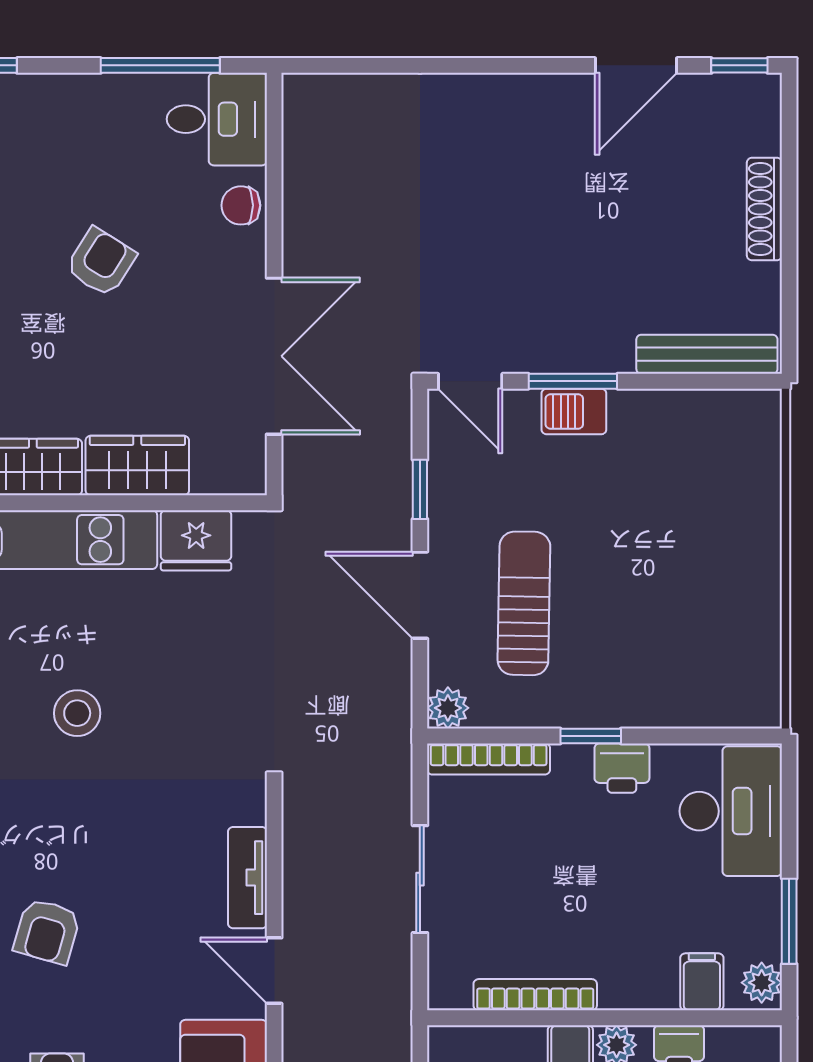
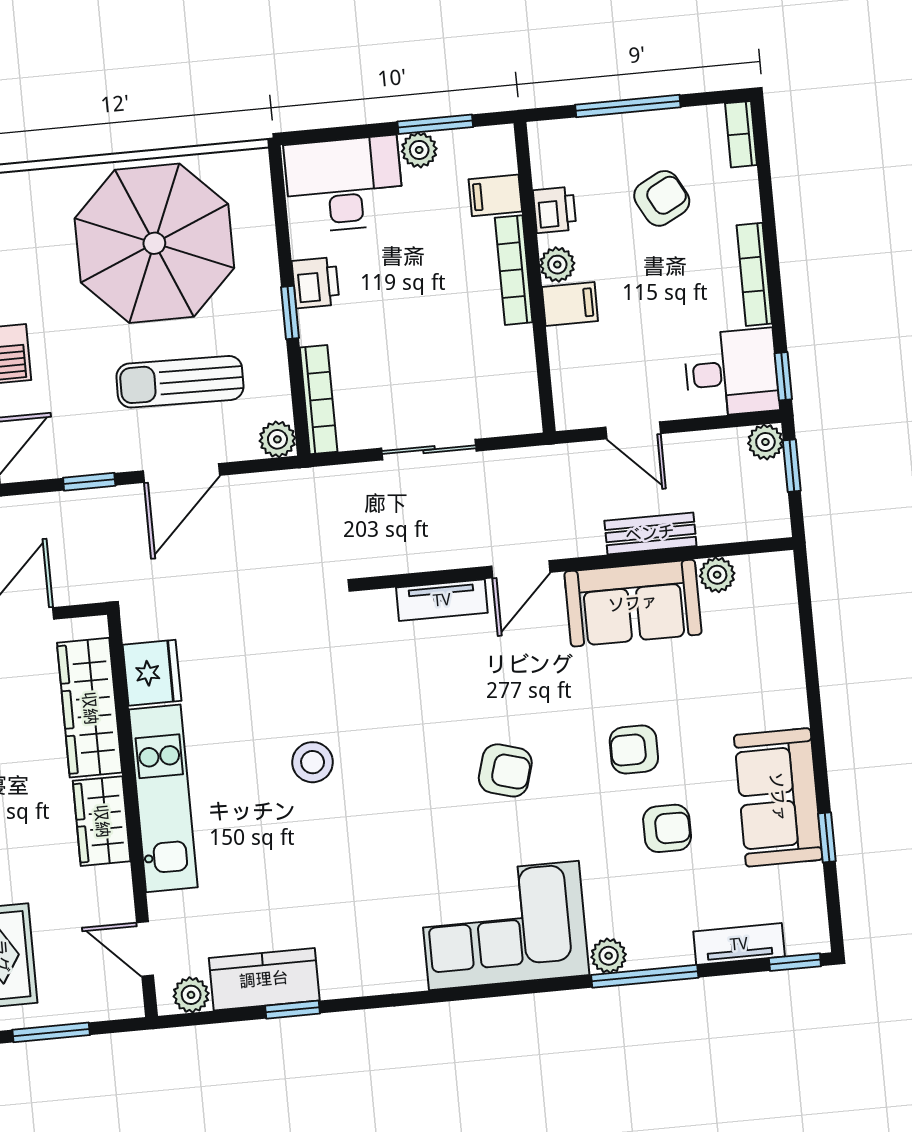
wardrobe: (137, 466) -> (90, 708), width x1.50
parasol: (684, 589) -> (154, 243), added
plant: (762, 983) -> (419, 150), moved
bookcase: (535, 995) -> (514, 270), moved

